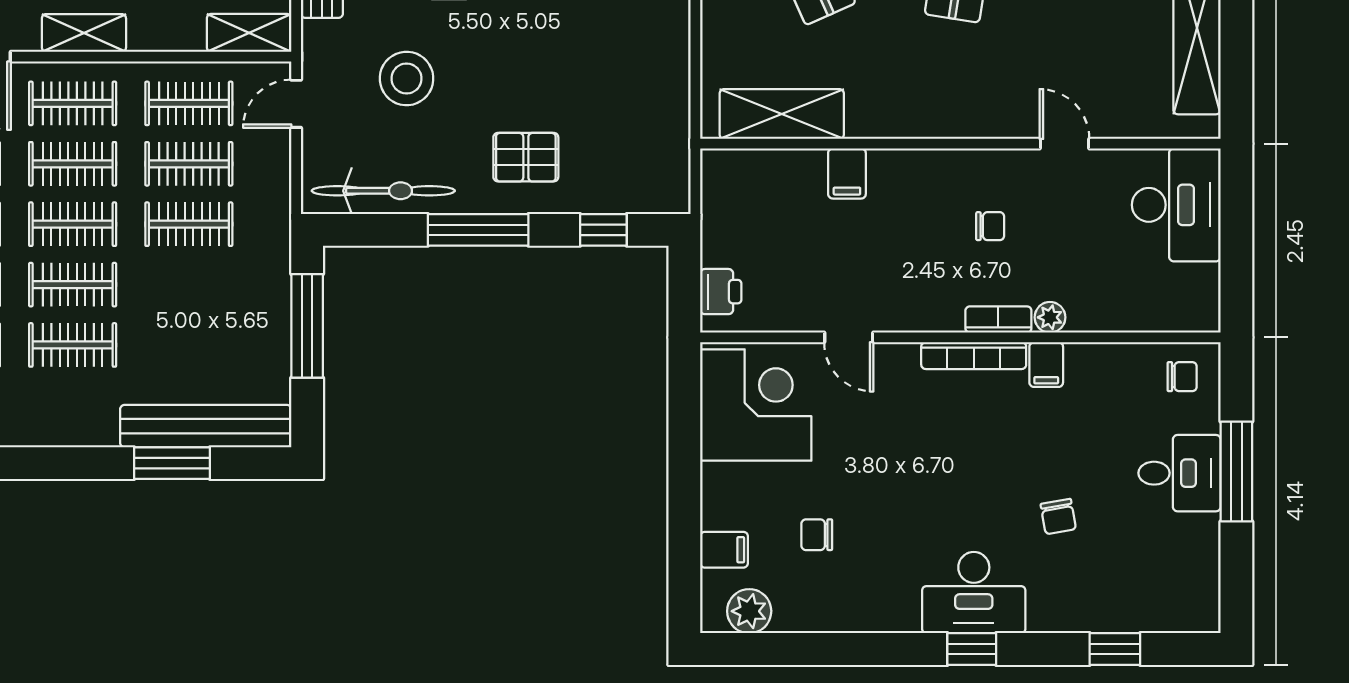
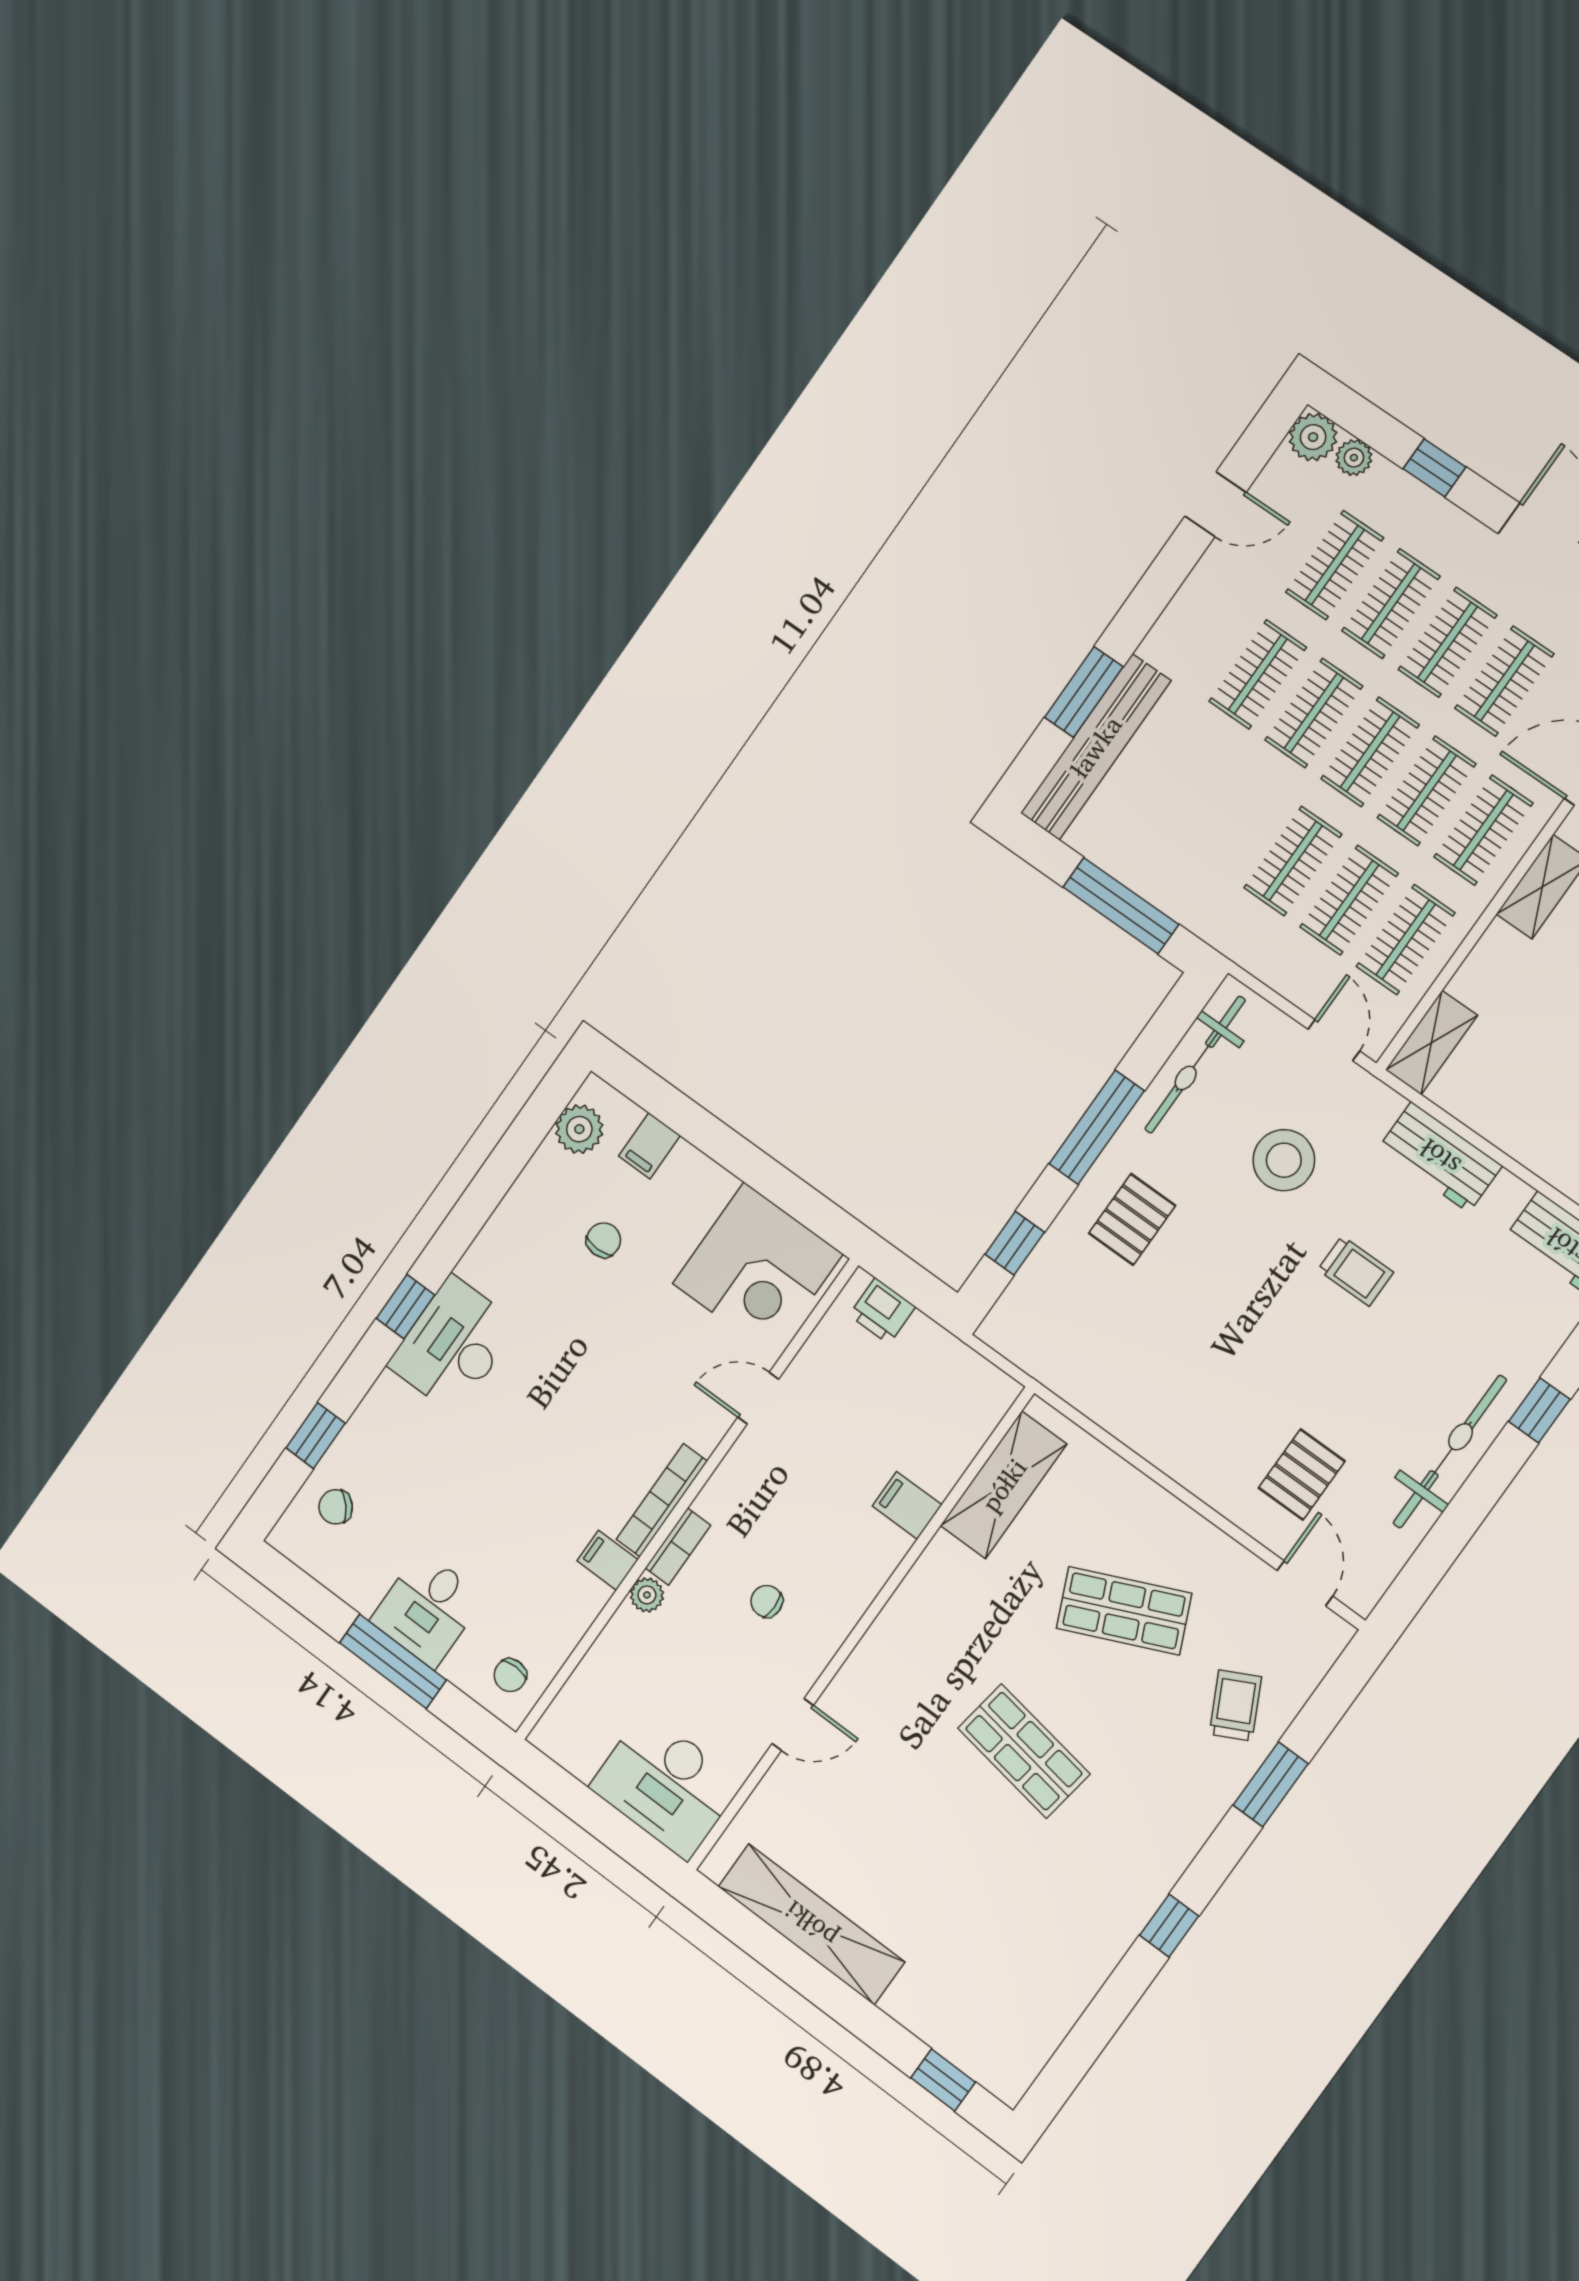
chair: (990, 226) -> (767, 1601), turned 90
chair: (1058, 517) -> (336, 1507), moved, turned -31

